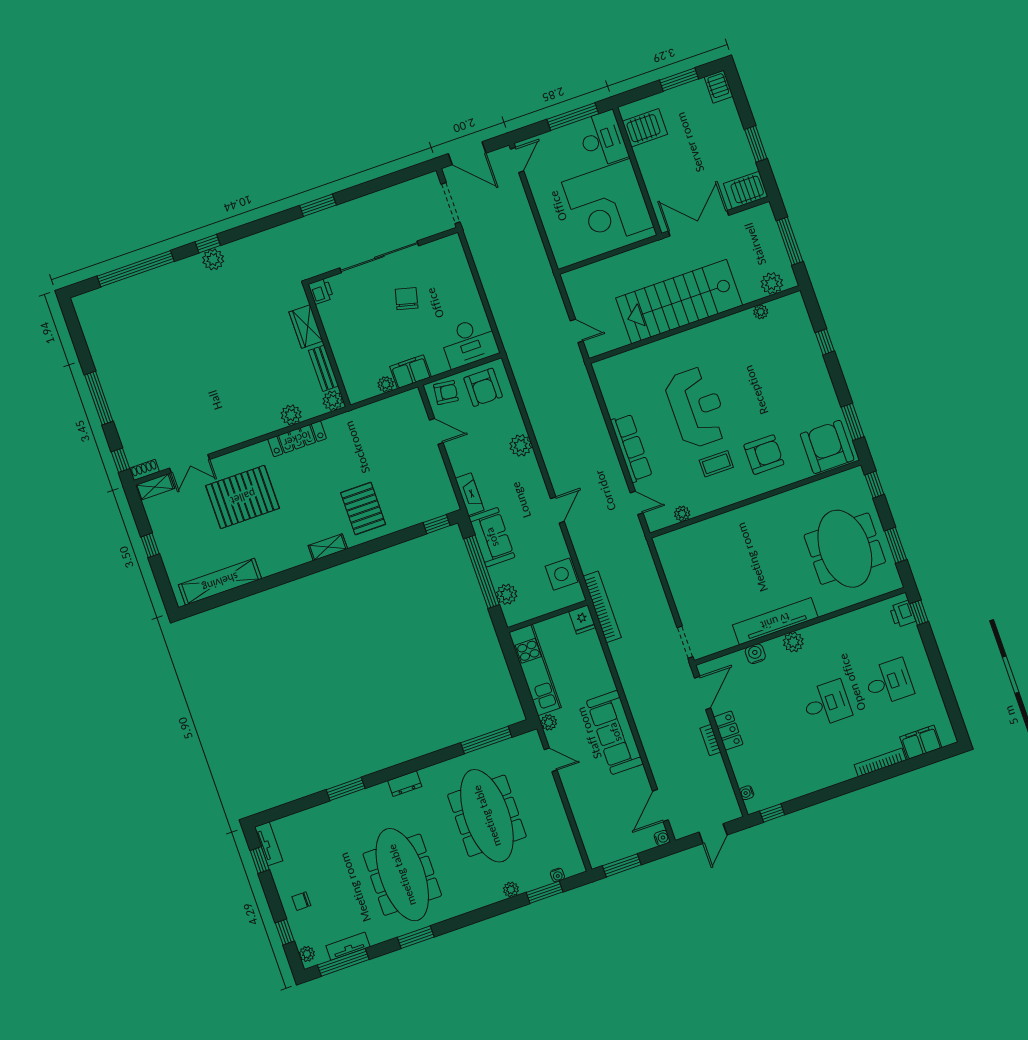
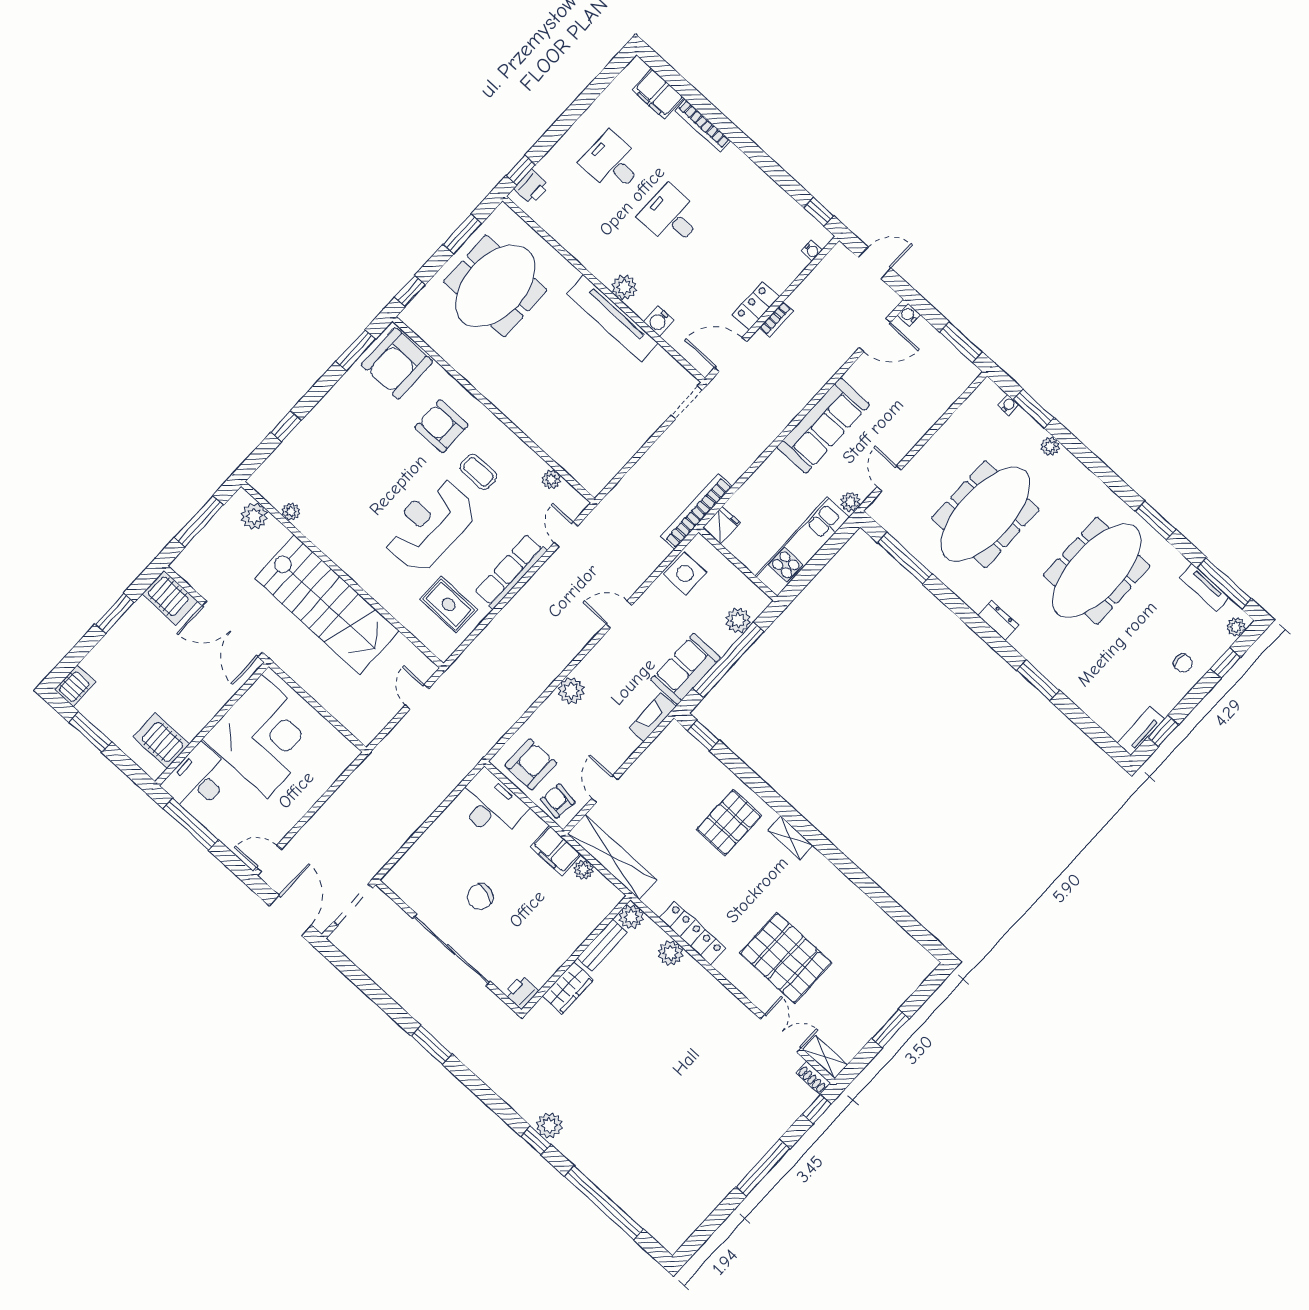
rug: (632, 390) -> (449, 604), added
window: (150, 545) -> (890, 1029), width x1.50
shelving: (220, 582) -> (612, 857), moved

